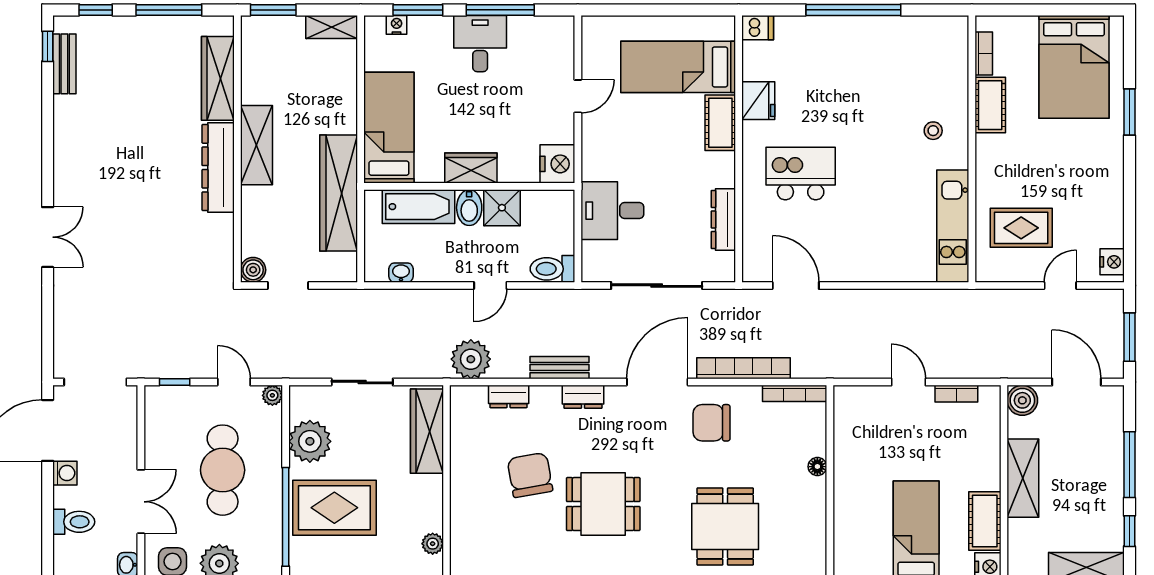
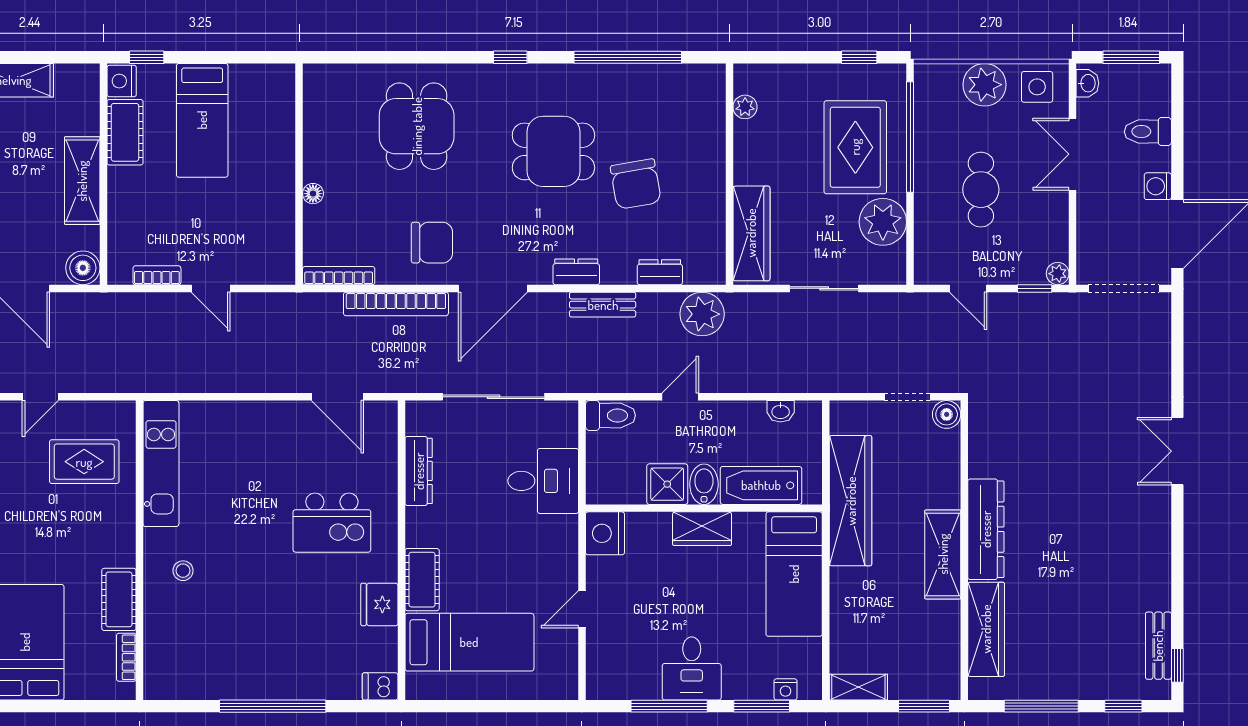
plant: (272, 395) -> (1058, 274), moved
cafe table: (223, 470) -> (981, 190), width x0.73, depth x0.74
rug: (334, 508) -> (855, 147), turned 90

